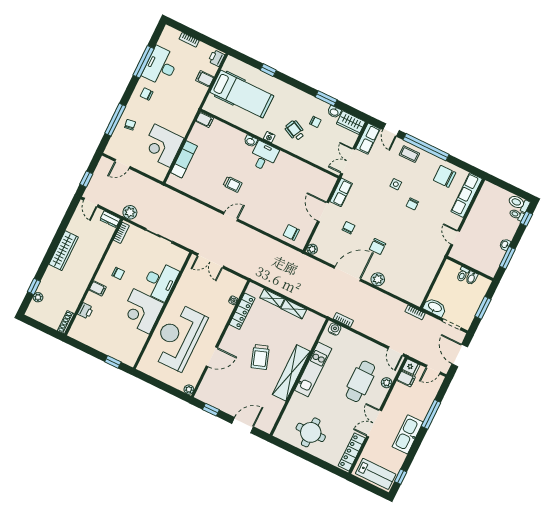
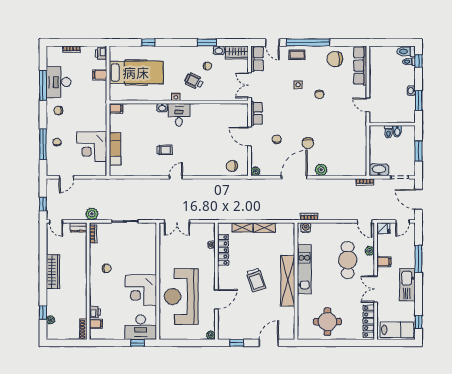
desk: (160, 281) -> (141, 327), moved, turned 90
filing cabinet: (98, 288) -> (96, 324), moved
filing cabinet: (406, 379) -> (384, 262), moved

